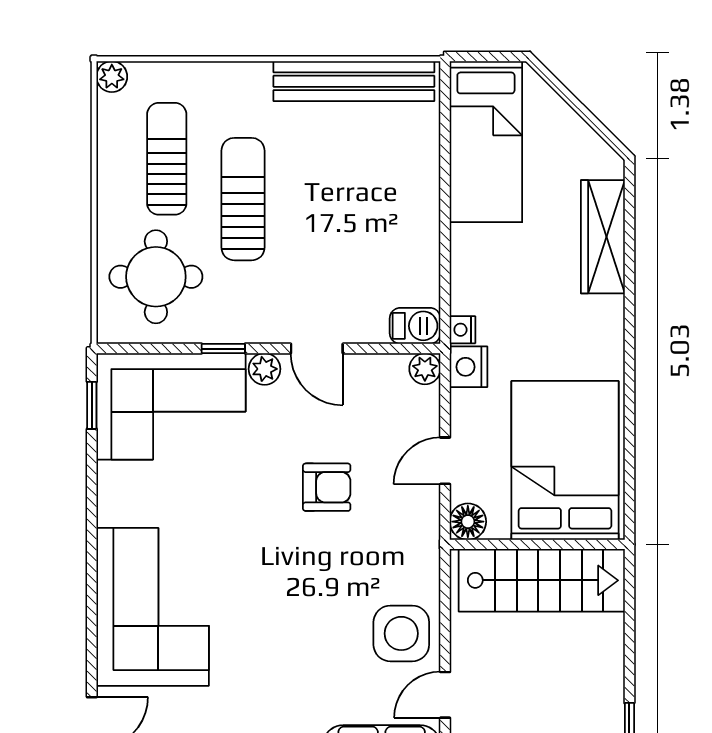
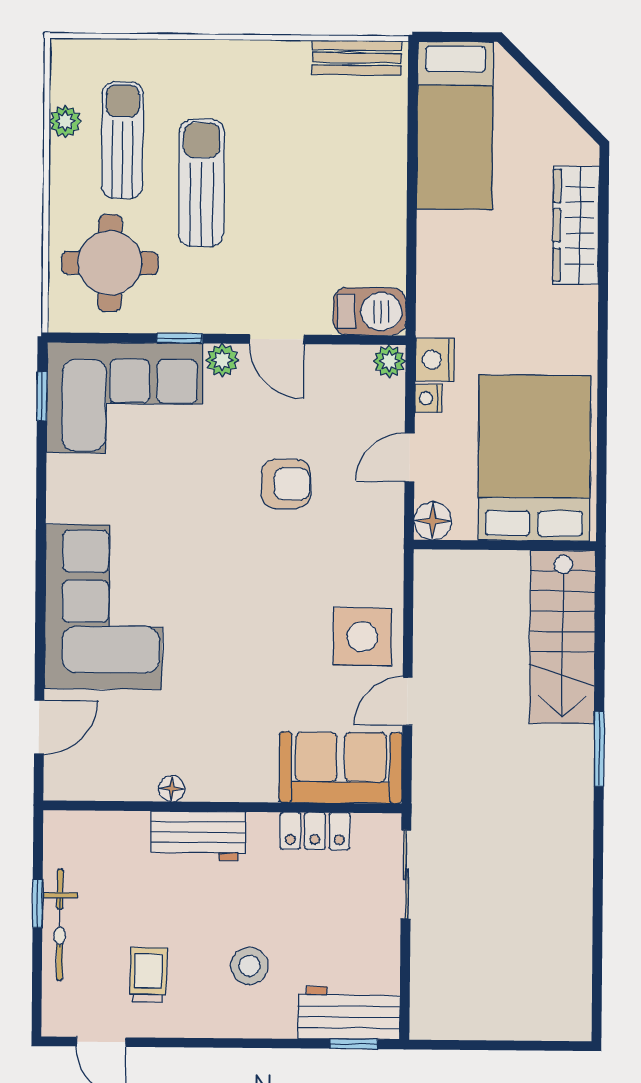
plant: (112, 77) -> (65, 121), moved
bench: (354, 81) -> (357, 58), width x0.54, depth x0.82
barbecue: (415, 326) -> (370, 311), width x1.38, depth x1.27
nightstand: (463, 330) -> (428, 398), moved
stairs: (542, 580) -> (563, 637), moved, turned 90

